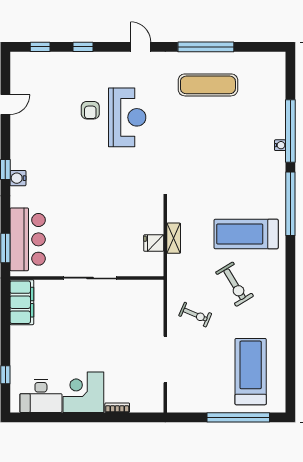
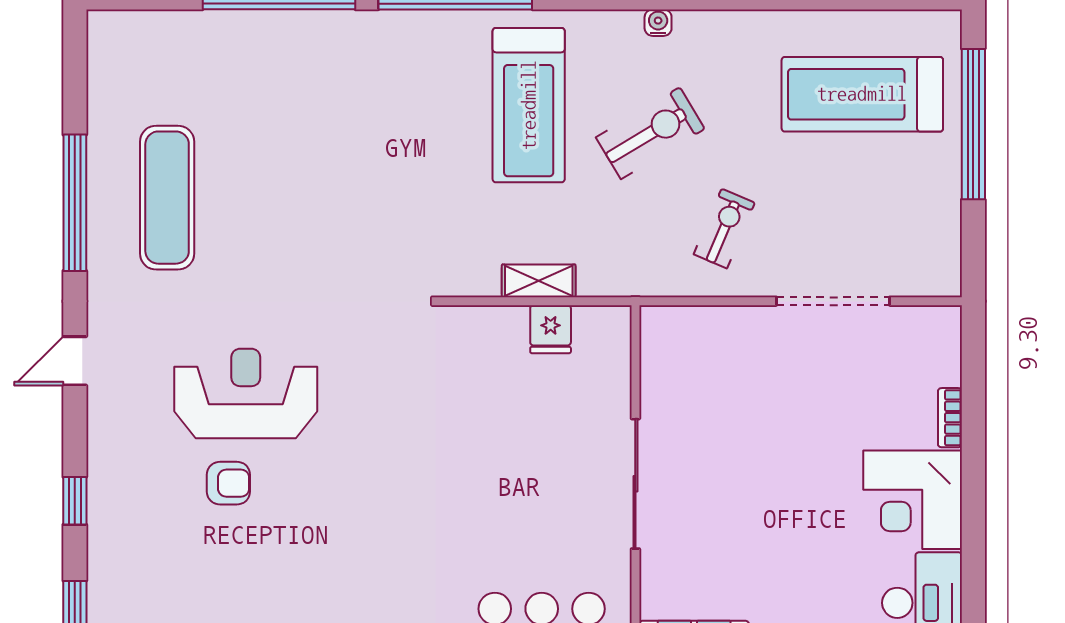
water cooler: (280, 145) -> (658, 23), moved

